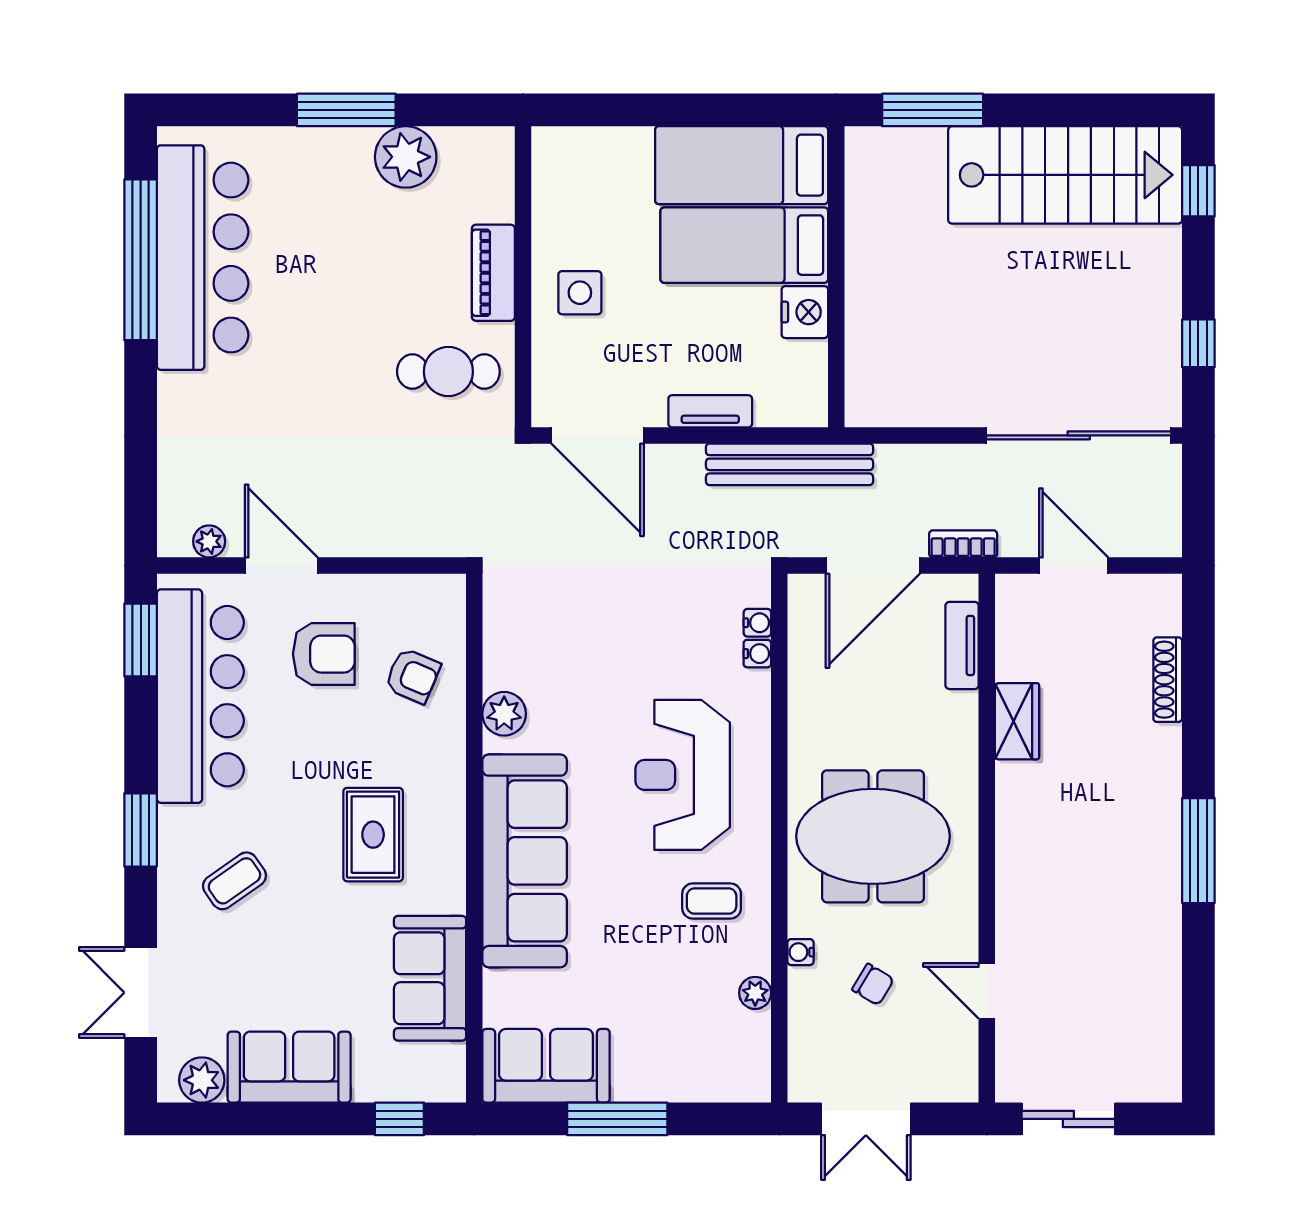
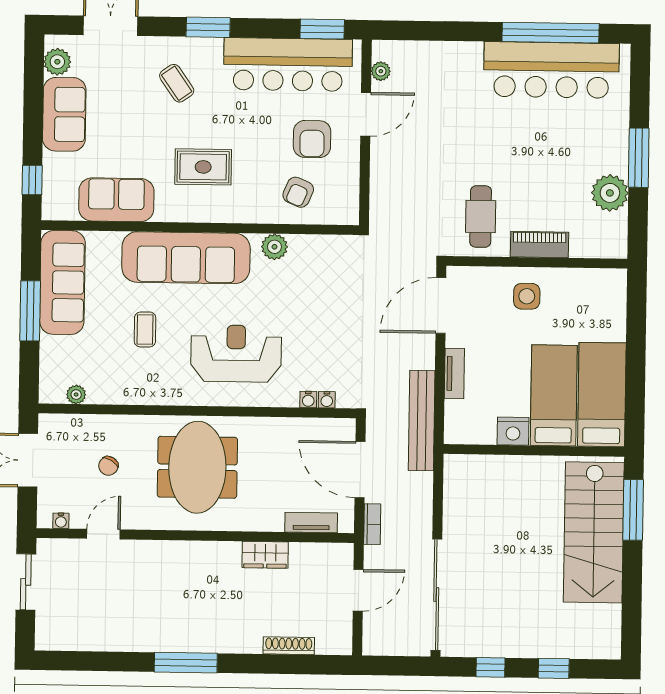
stairs: (1065, 175) -> (594, 532), moved
window: (1198, 191) -> (554, 668), moved
coffee table: (712, 901) -> (145, 329), moved
water cooler: (801, 952) -> (61, 521), moved, turned 180
plant: (755, 993) -> (76, 395), moved
sofa: (546, 1066) -> (62, 282), width x1.36

